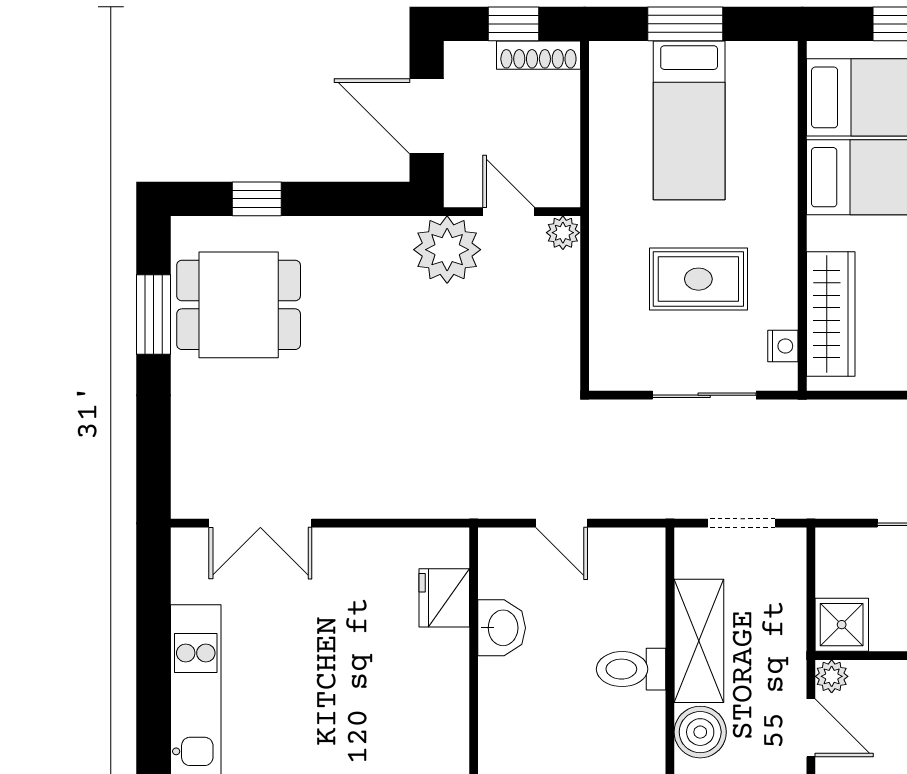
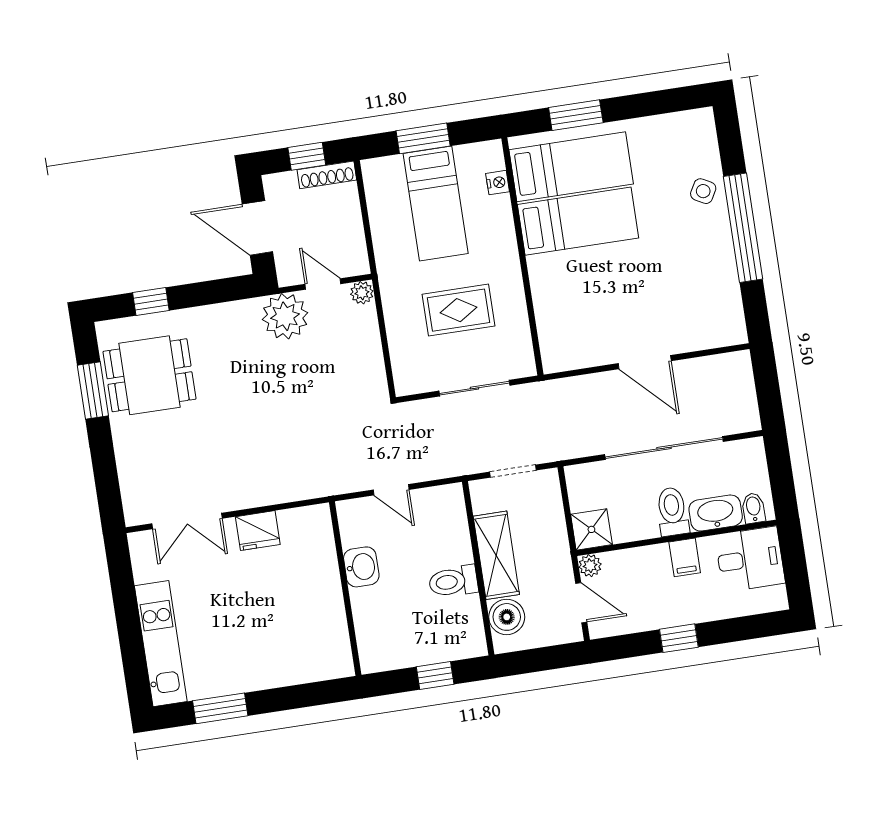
wardrobe: (831, 314) -> (552, 320), removed
nightstand: (783, 346) -> (498, 183), moved
fridge: (444, 598) -> (258, 531), moved, turned -90

